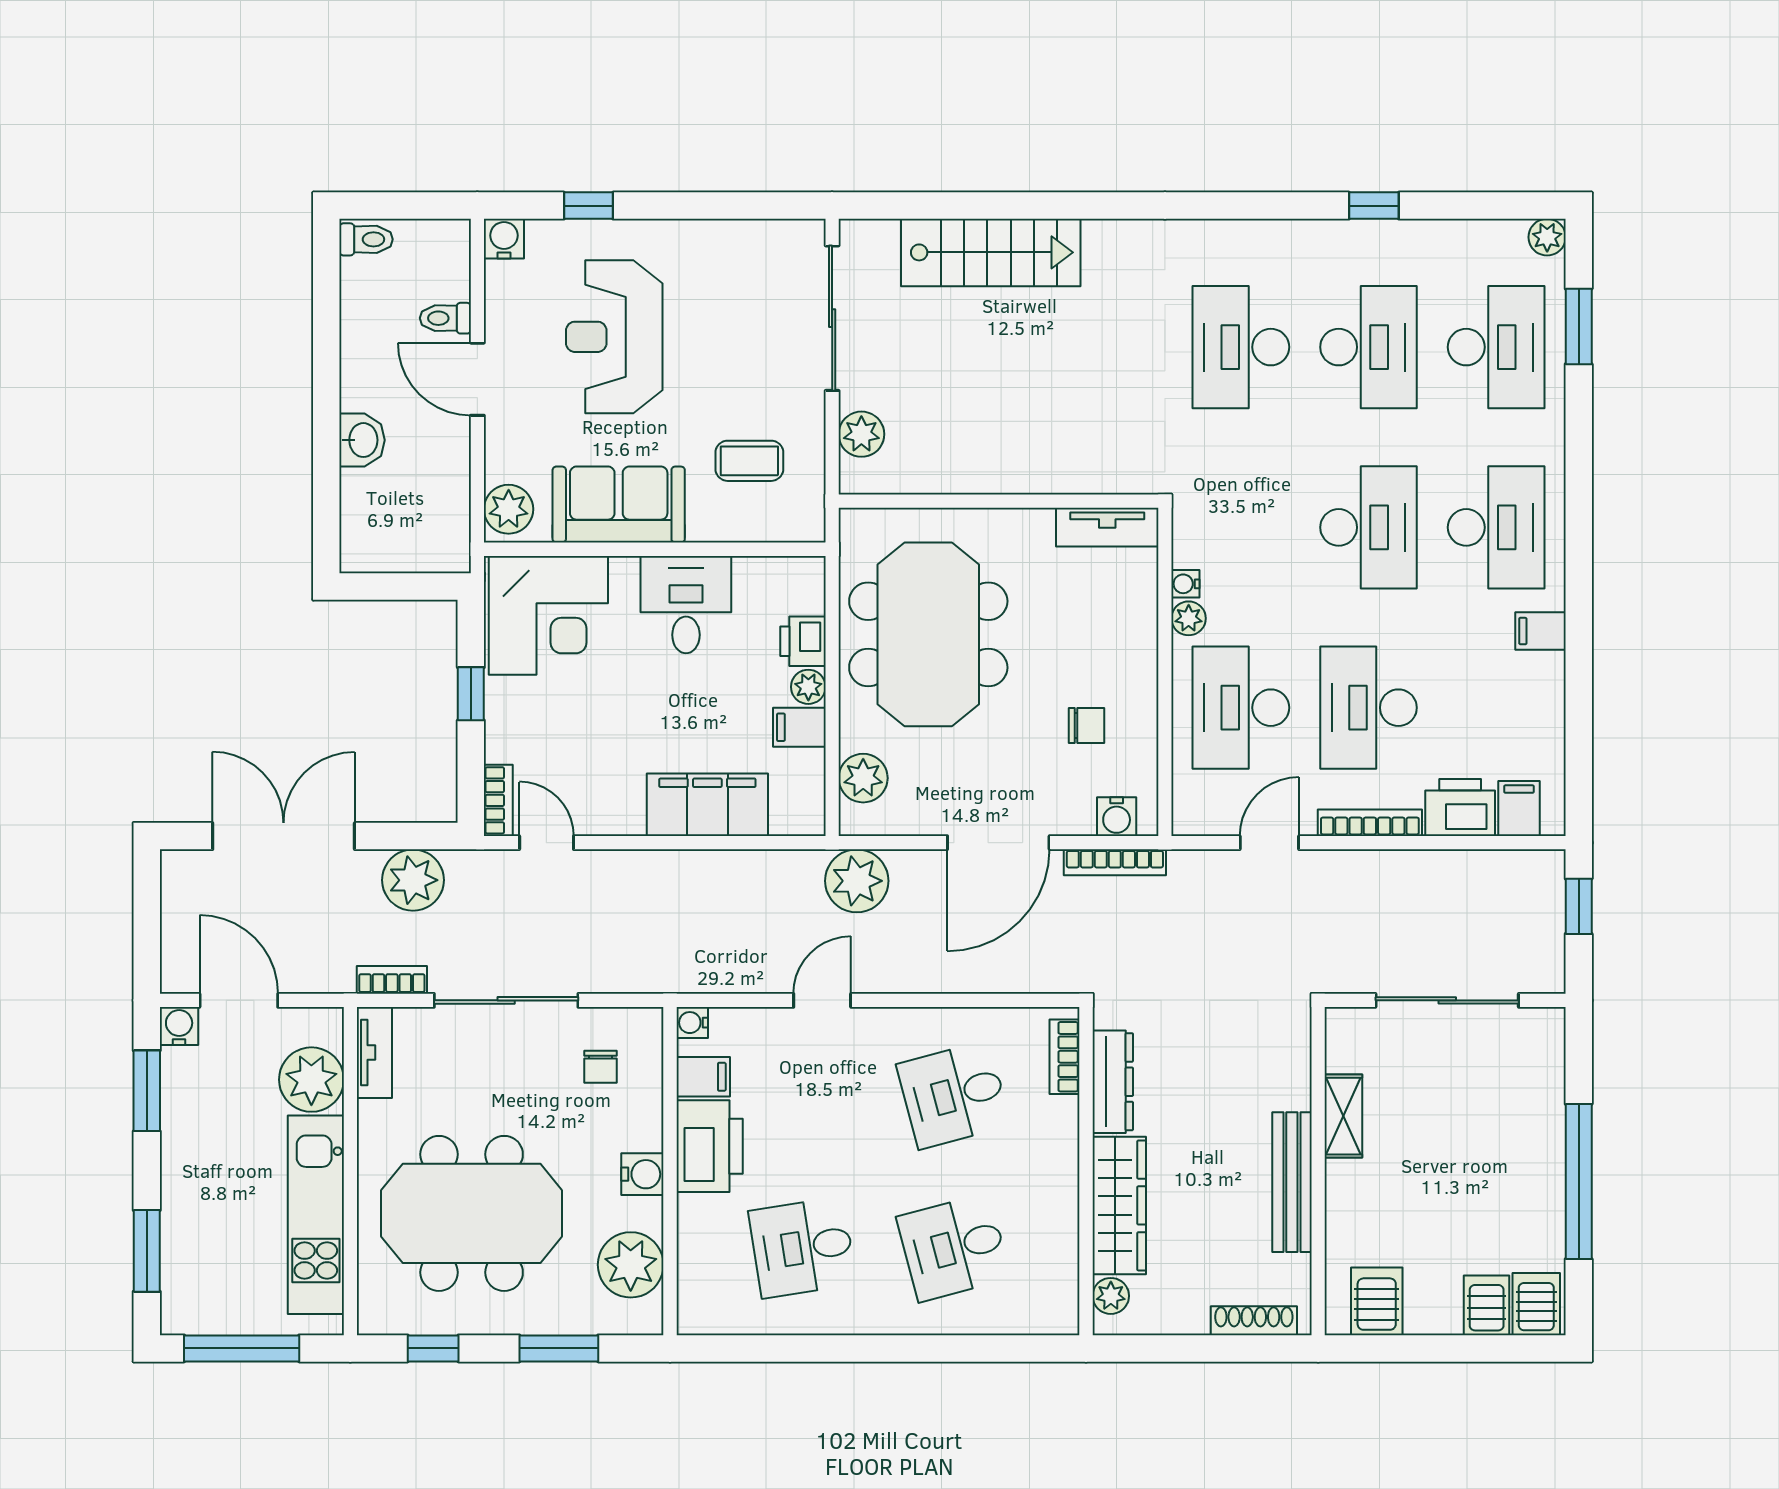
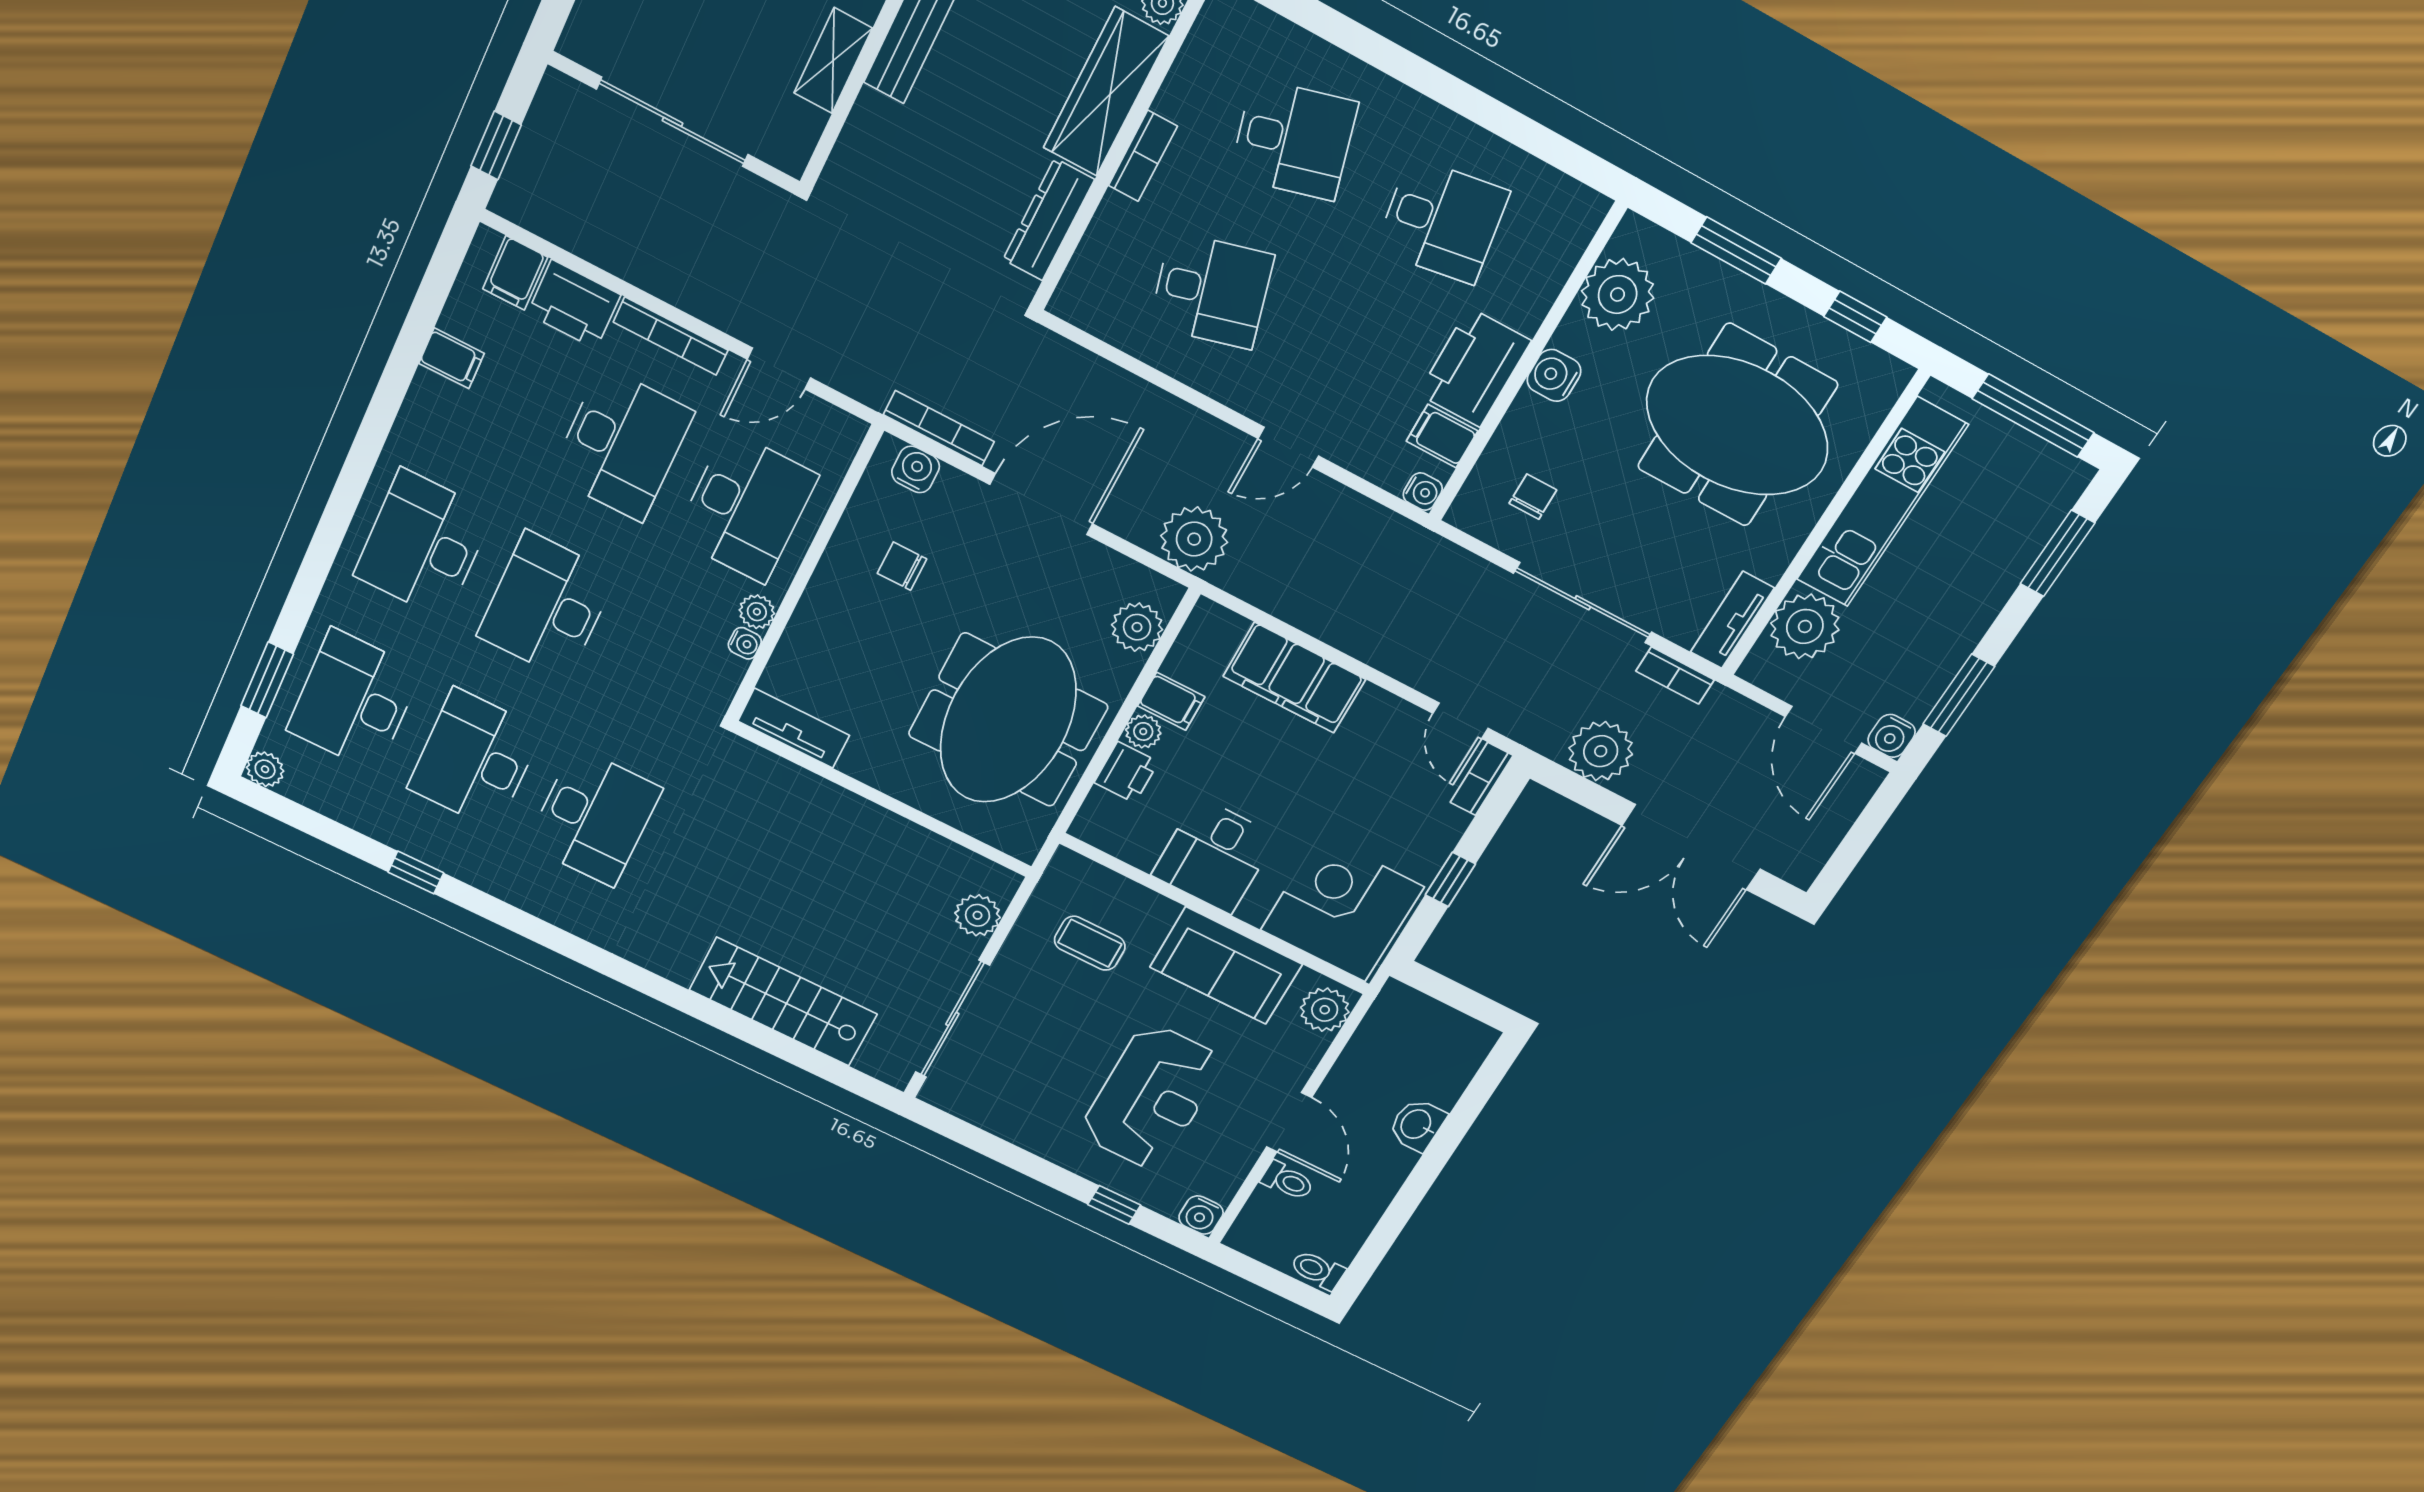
filing cabinet: (1540, 631) -> (452, 358), moved
bookcase: (1065, 1057) -> (1143, 156), moved

